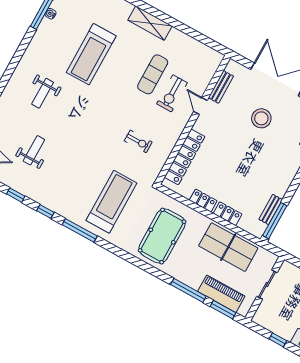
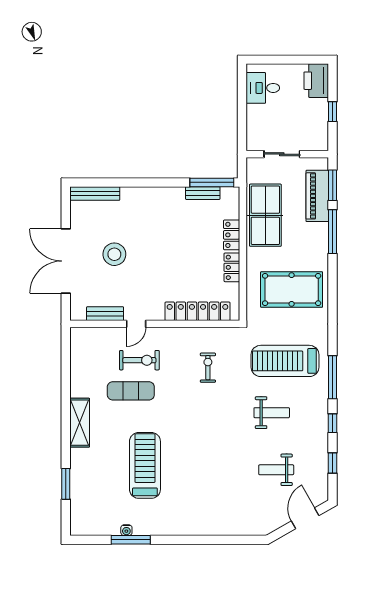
treadmill: (91, 54) -> (145, 465), turned -90
weight bench: (43, 93) -> (272, 413), moved

